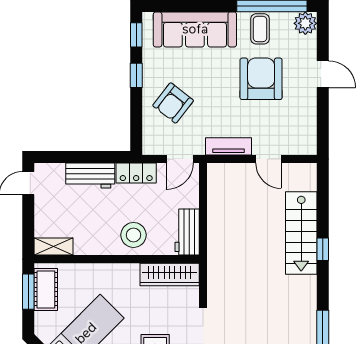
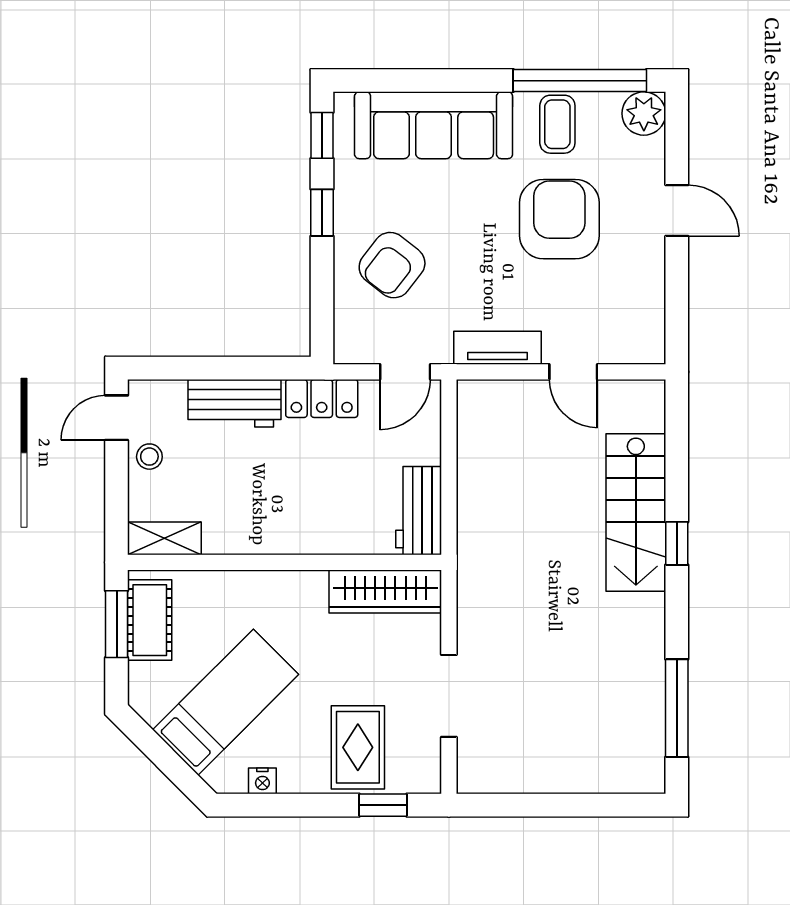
stool: (134, 235) -> (149, 457), moved, width x0.53, depth x0.53

